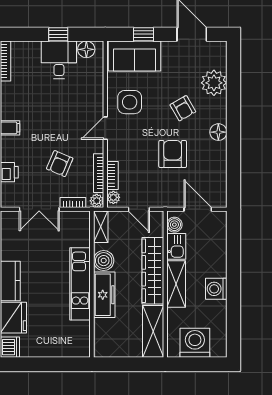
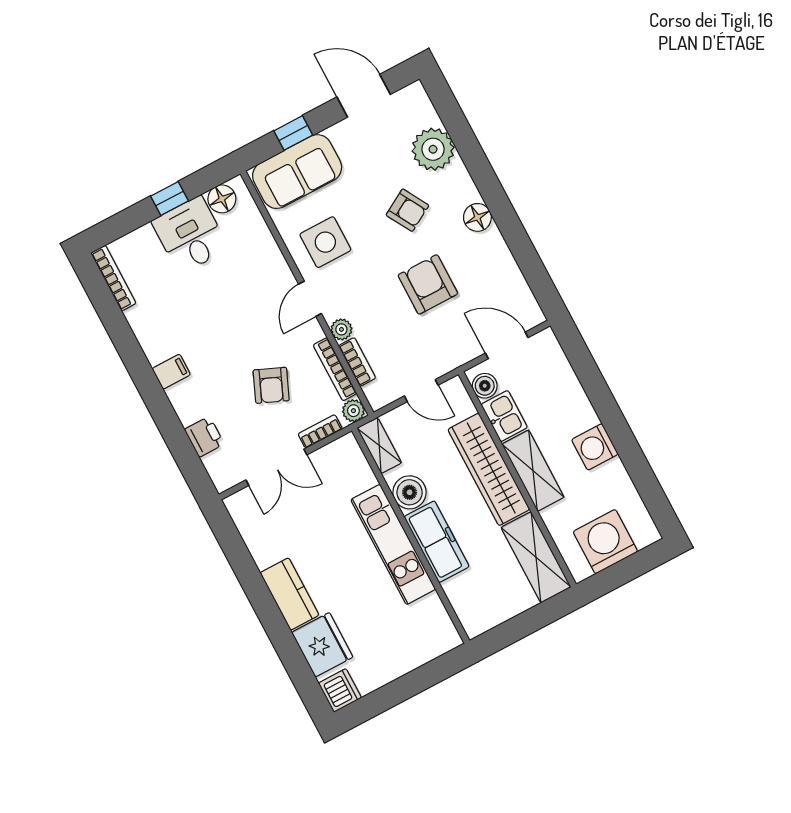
plant: (113, 197) -> (341, 329), moved

